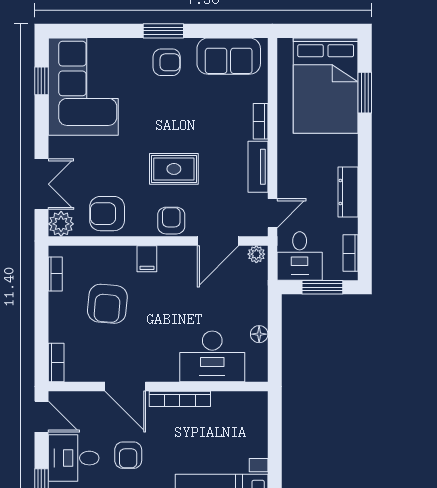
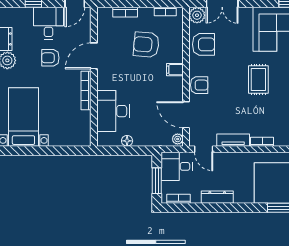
rug: (174, 169) -> (258, 80), moved
armchair: (107, 214) -> (203, 44), turned 90
bookcase: (56, 363) -> (125, 12), moved

